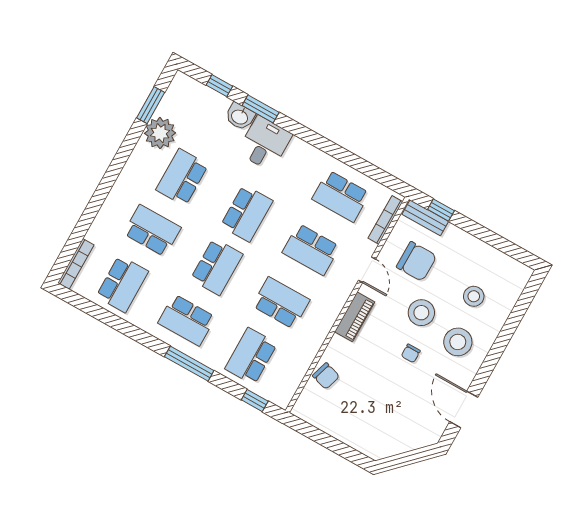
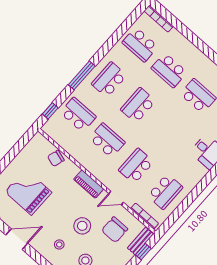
school desk: (341, 196) -> (165, 192), turned 180
school desk: (247, 213) -> (167, 131), removed
school desk: (152, 231) -> (169, 70), turned 90
school desk: (217, 267) -> (138, 105), turned 90
school desk: (281, 303) -> (107, 140), turned -90
stool: (458, 342) -> (59, 244), width x0.53, depth x0.53
chair: (411, 353) -> (59, 214), removed
grand piano: (387, 407) -> (28, 192), added

